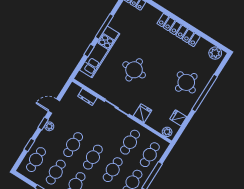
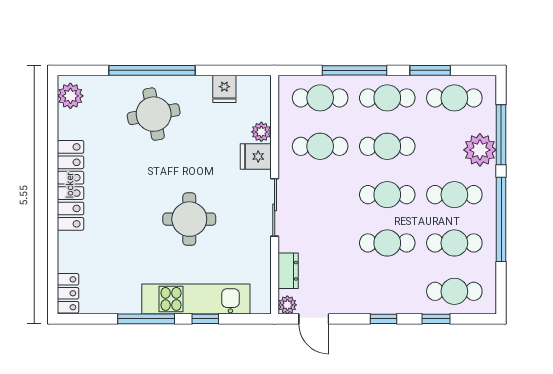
round table: (186, 82) -> (154, 114), turned -31
door: (54, 106) -> (314, 319), moved
plant: (49, 126) -> (287, 305), moved
plant: (167, 132) -> (261, 132), moved

